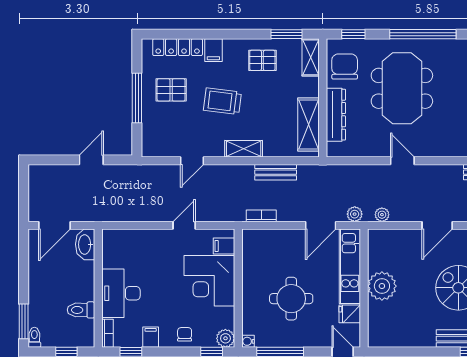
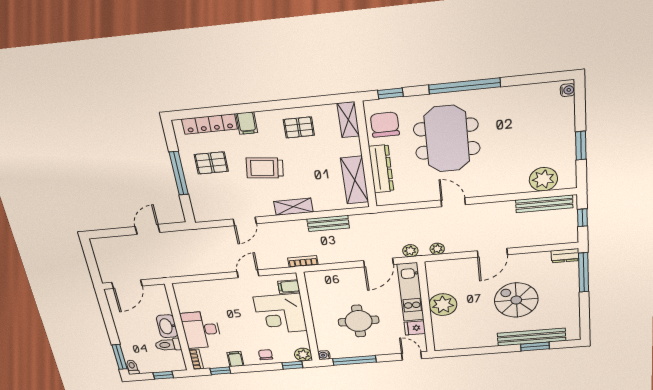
window: (286, 34) -> (320, 101), removed
bookcase: (261, 216) -> (303, 261), moved
washbasin: (85, 244) -> (167, 326), moved

